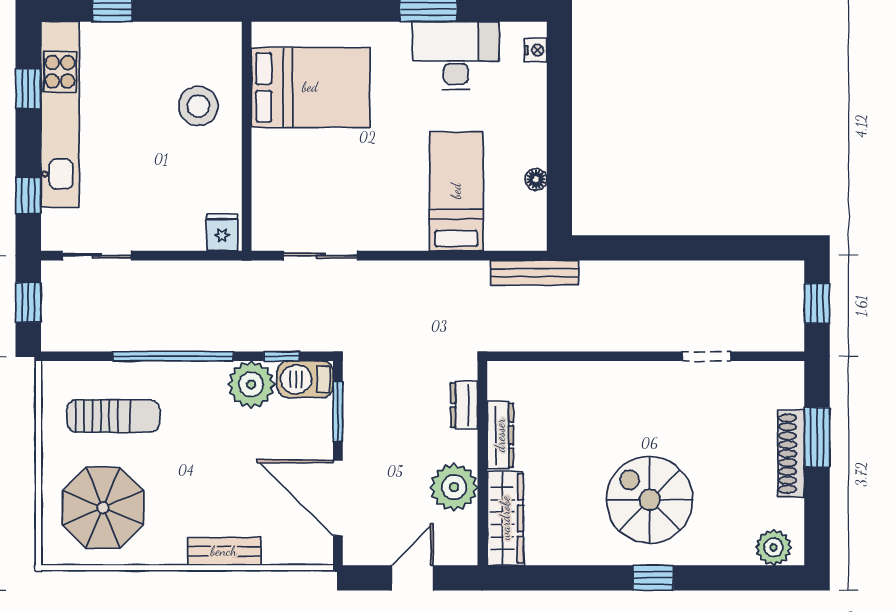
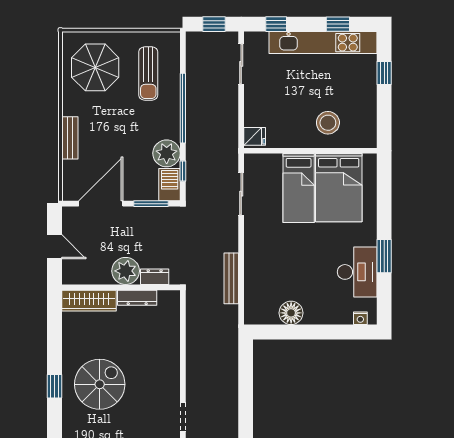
floor lamp: (536, 179) -> (291, 313), width x1.89, depth x1.89
bed: (456, 191) -> (299, 188), moved, turned 90
bench: (535, 273) -> (231, 278), moved
plant: (454, 487) -> (126, 271), moved

